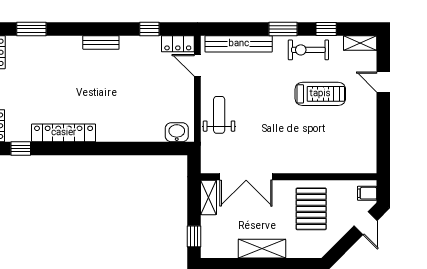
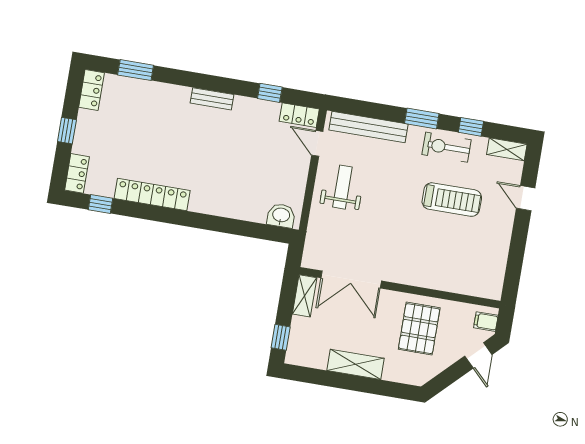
weight bench: (219, 115) -> (342, 187), moved

